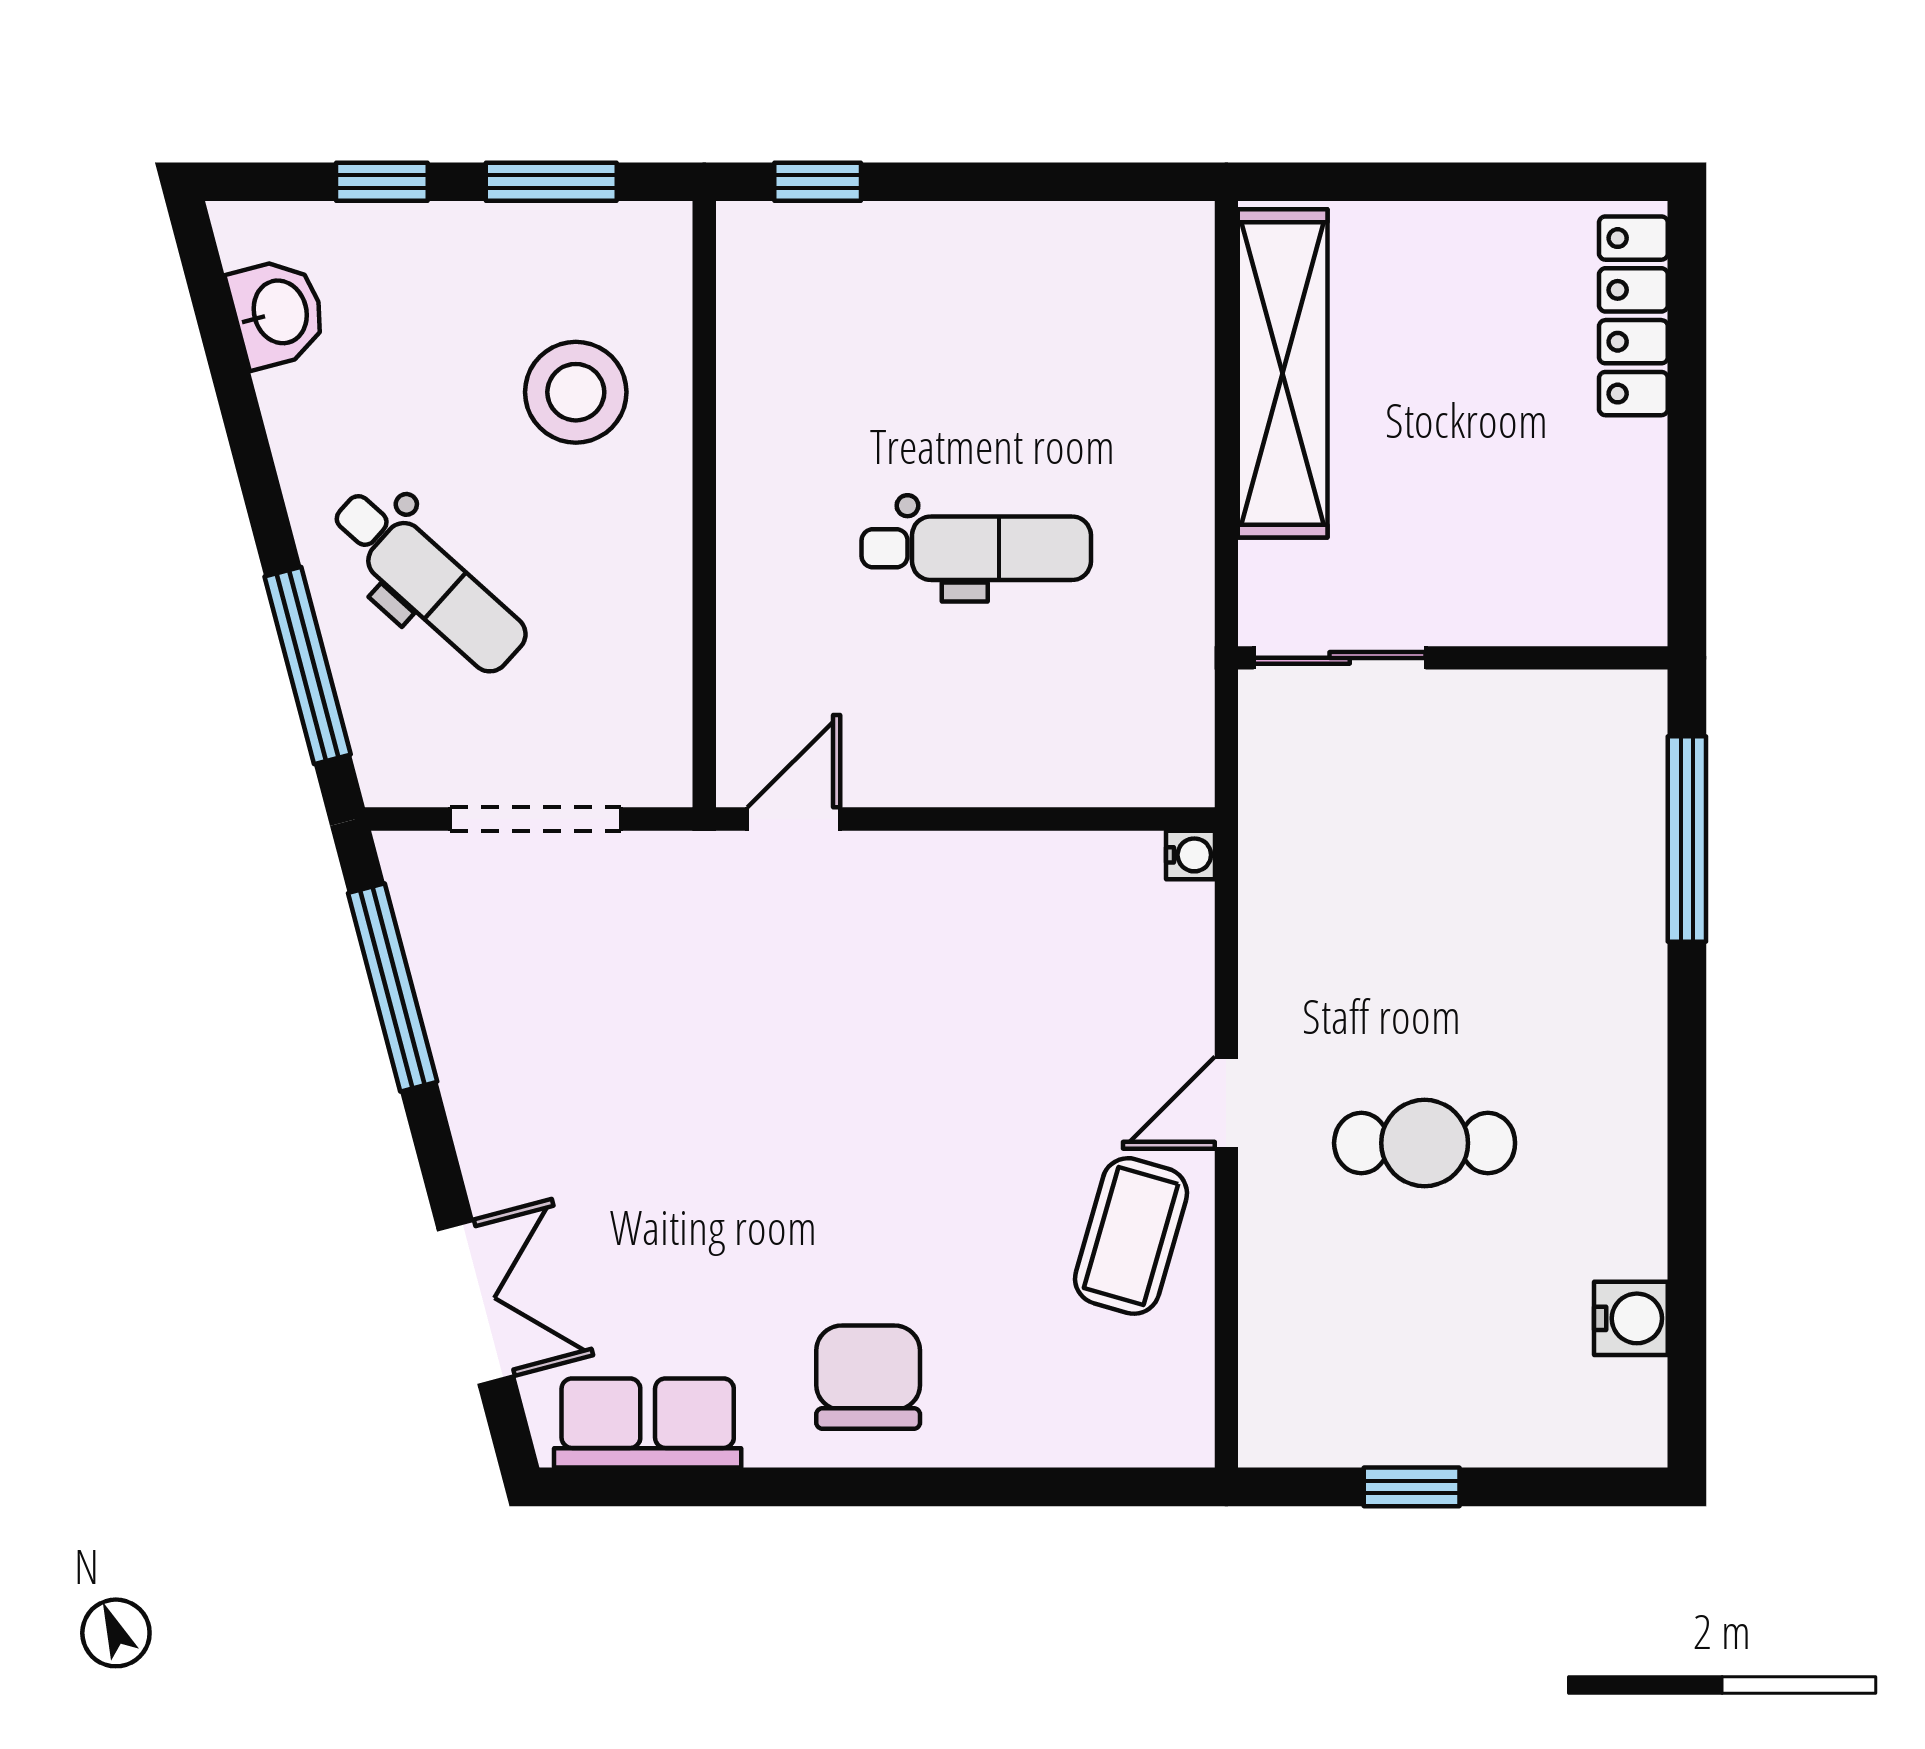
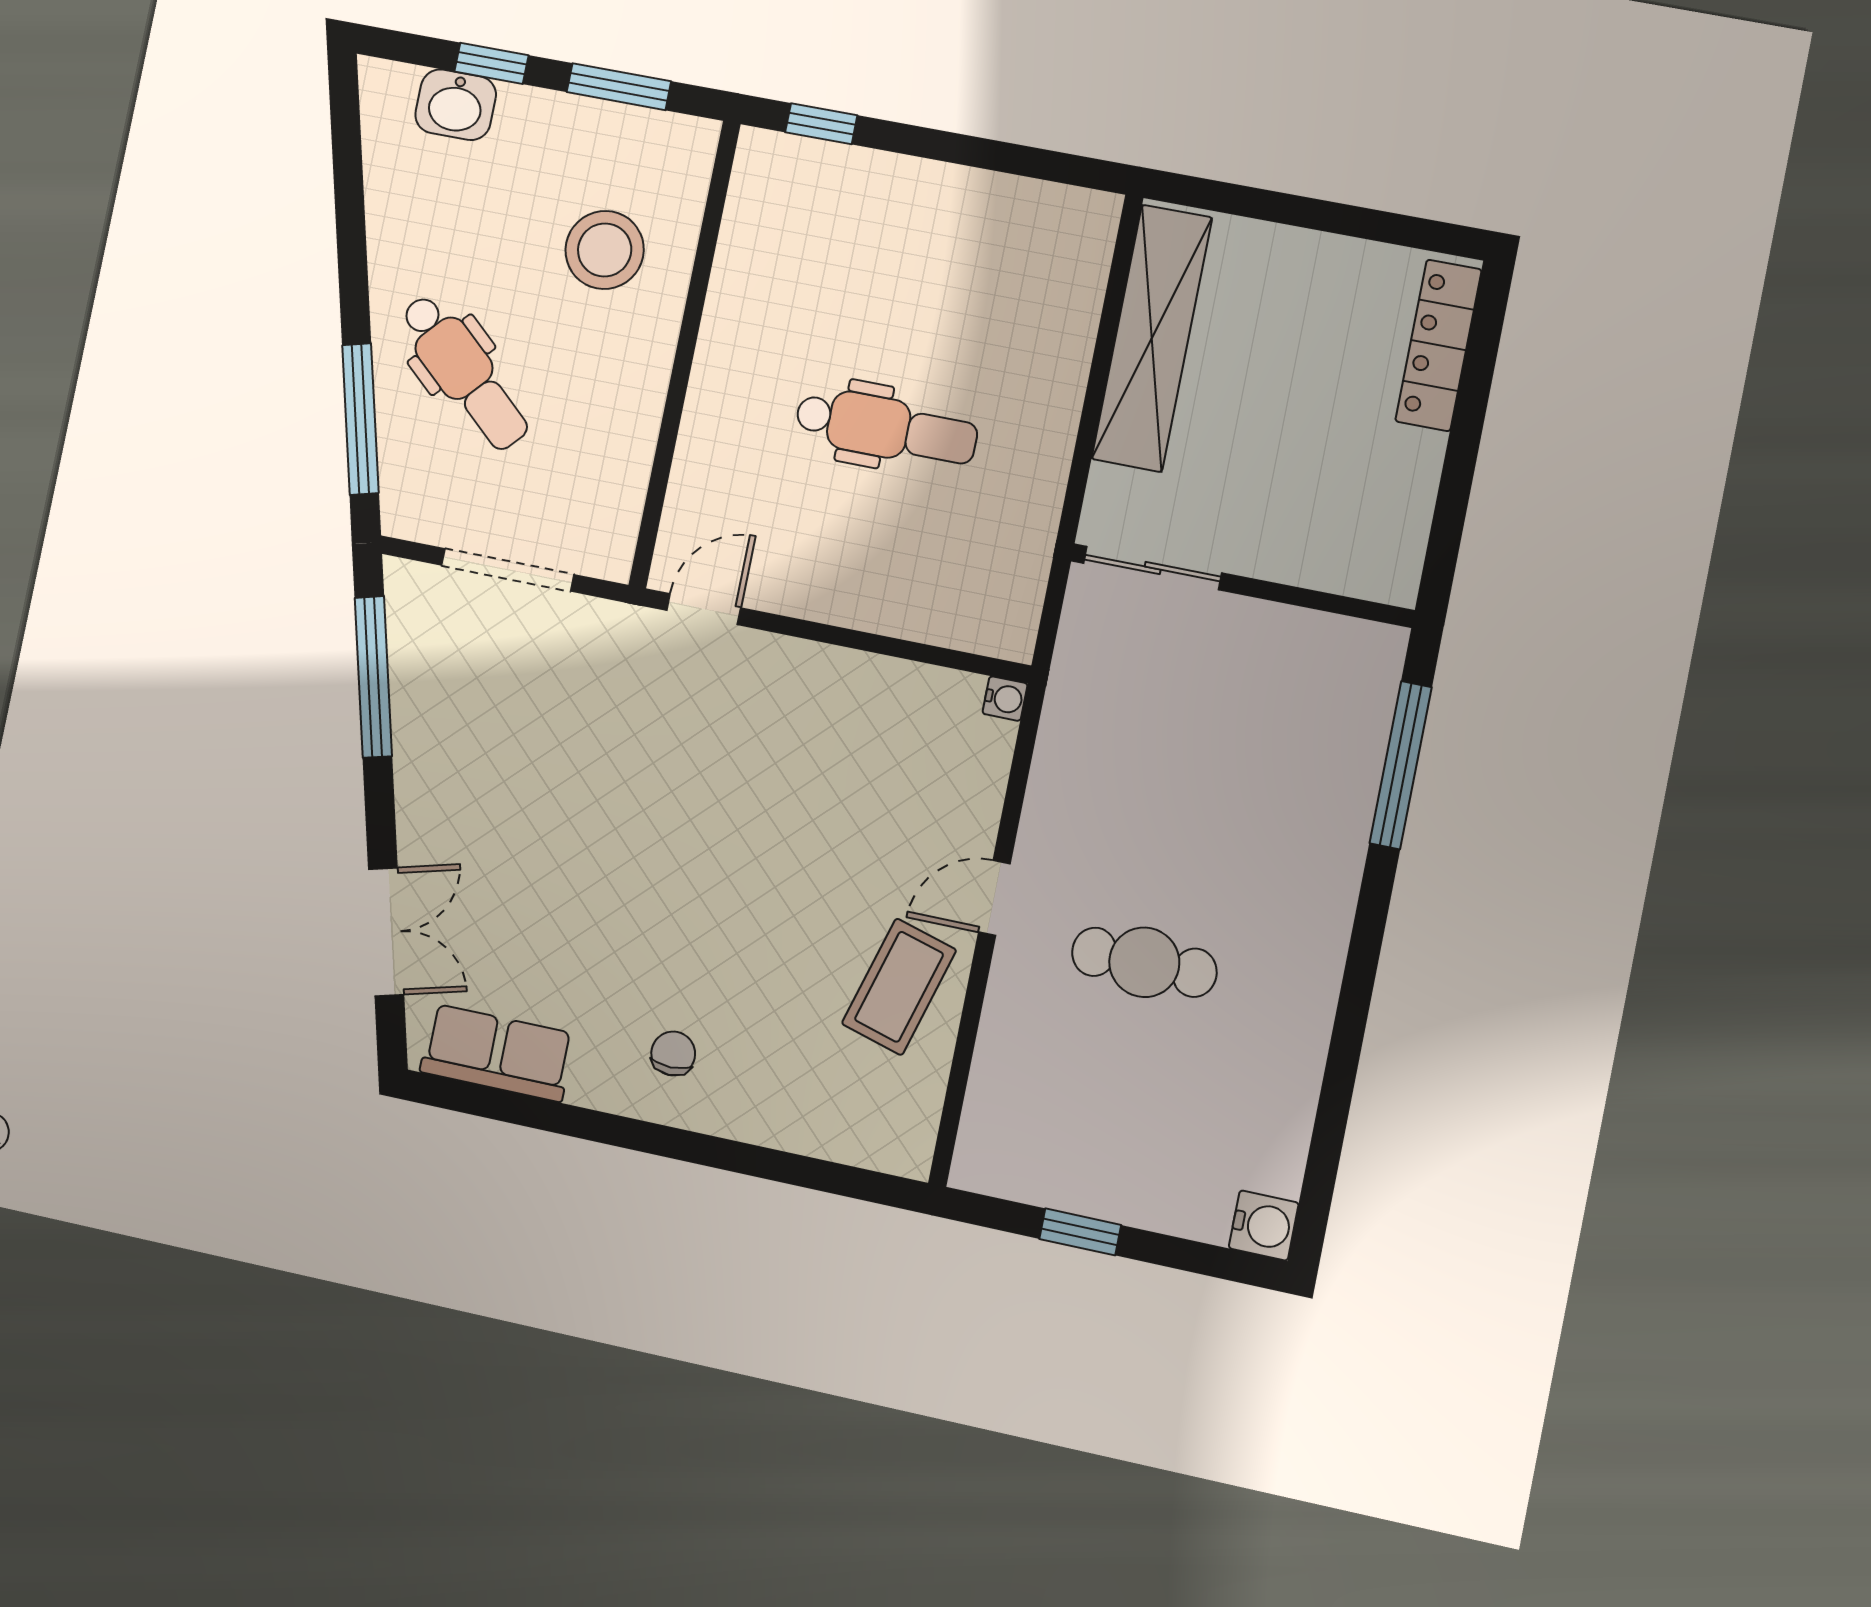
washbasin: (278, 313) -> (456, 105), moved, turned 105
water cooler: (1631, 1318) -> (1264, 1226), moved
chair: (868, 1377) -> (673, 1054), width x0.54, depth x0.54

